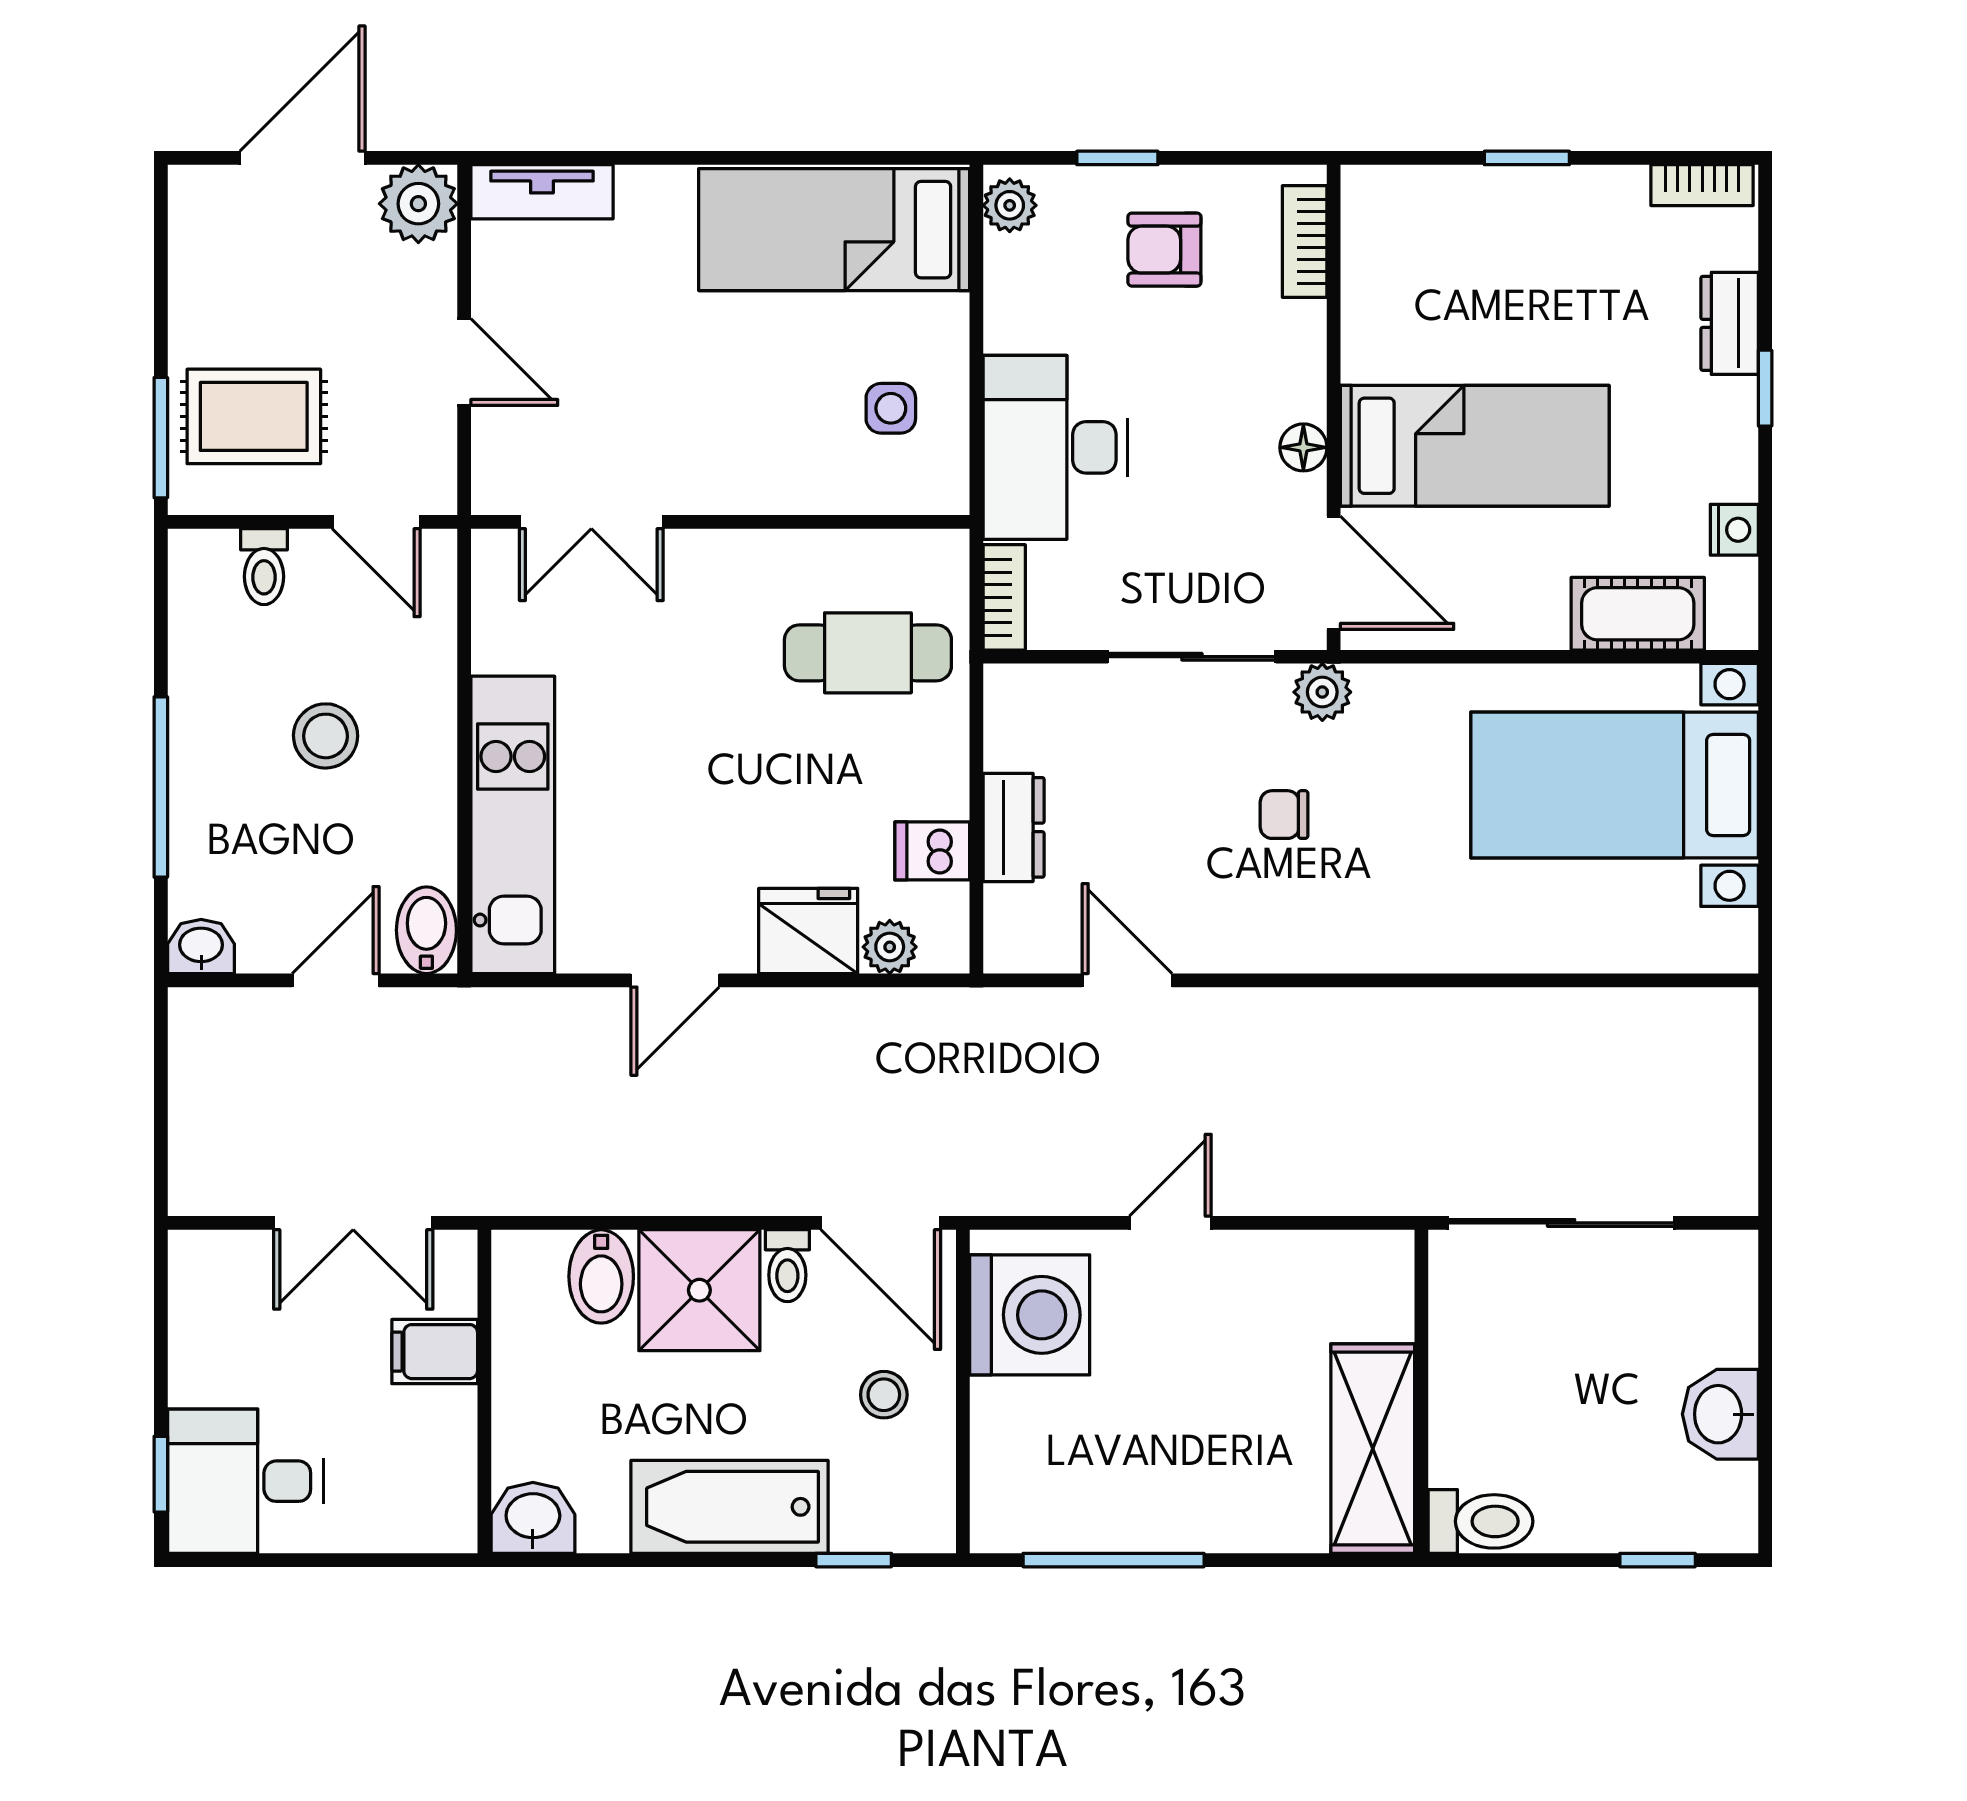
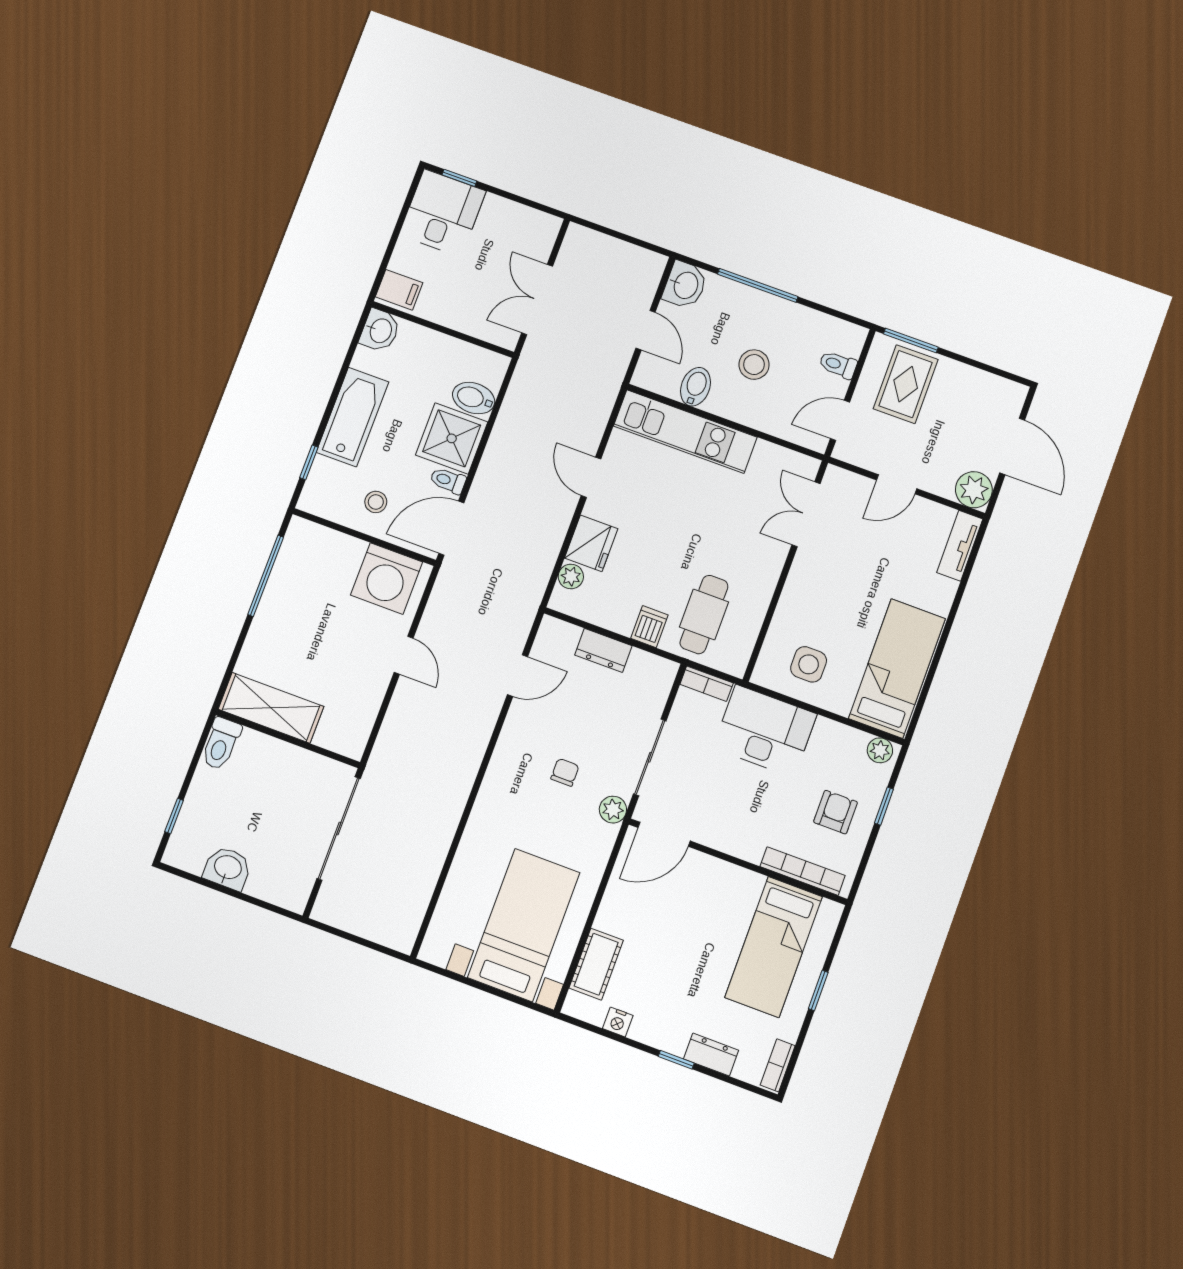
bookcase: (1305, 241) -> (803, 871), width x1.56
side table: (891, 408) -> (809, 664), width x1.37, depth x1.37
bed: (1475, 446) -> (774, 947), moved
floor lamp: (1303, 447) -> (725, 842), removed
dishwasher: (932, 851) -> (649, 627), moved
bidet: (426, 930) -> (696, 387), moved, turned -90
washbasin: (201, 946) -> (685, 285), width x1.38, depth x1.45
filing cabinet: (435, 1352) -> (399, 290), moved, turned 90

